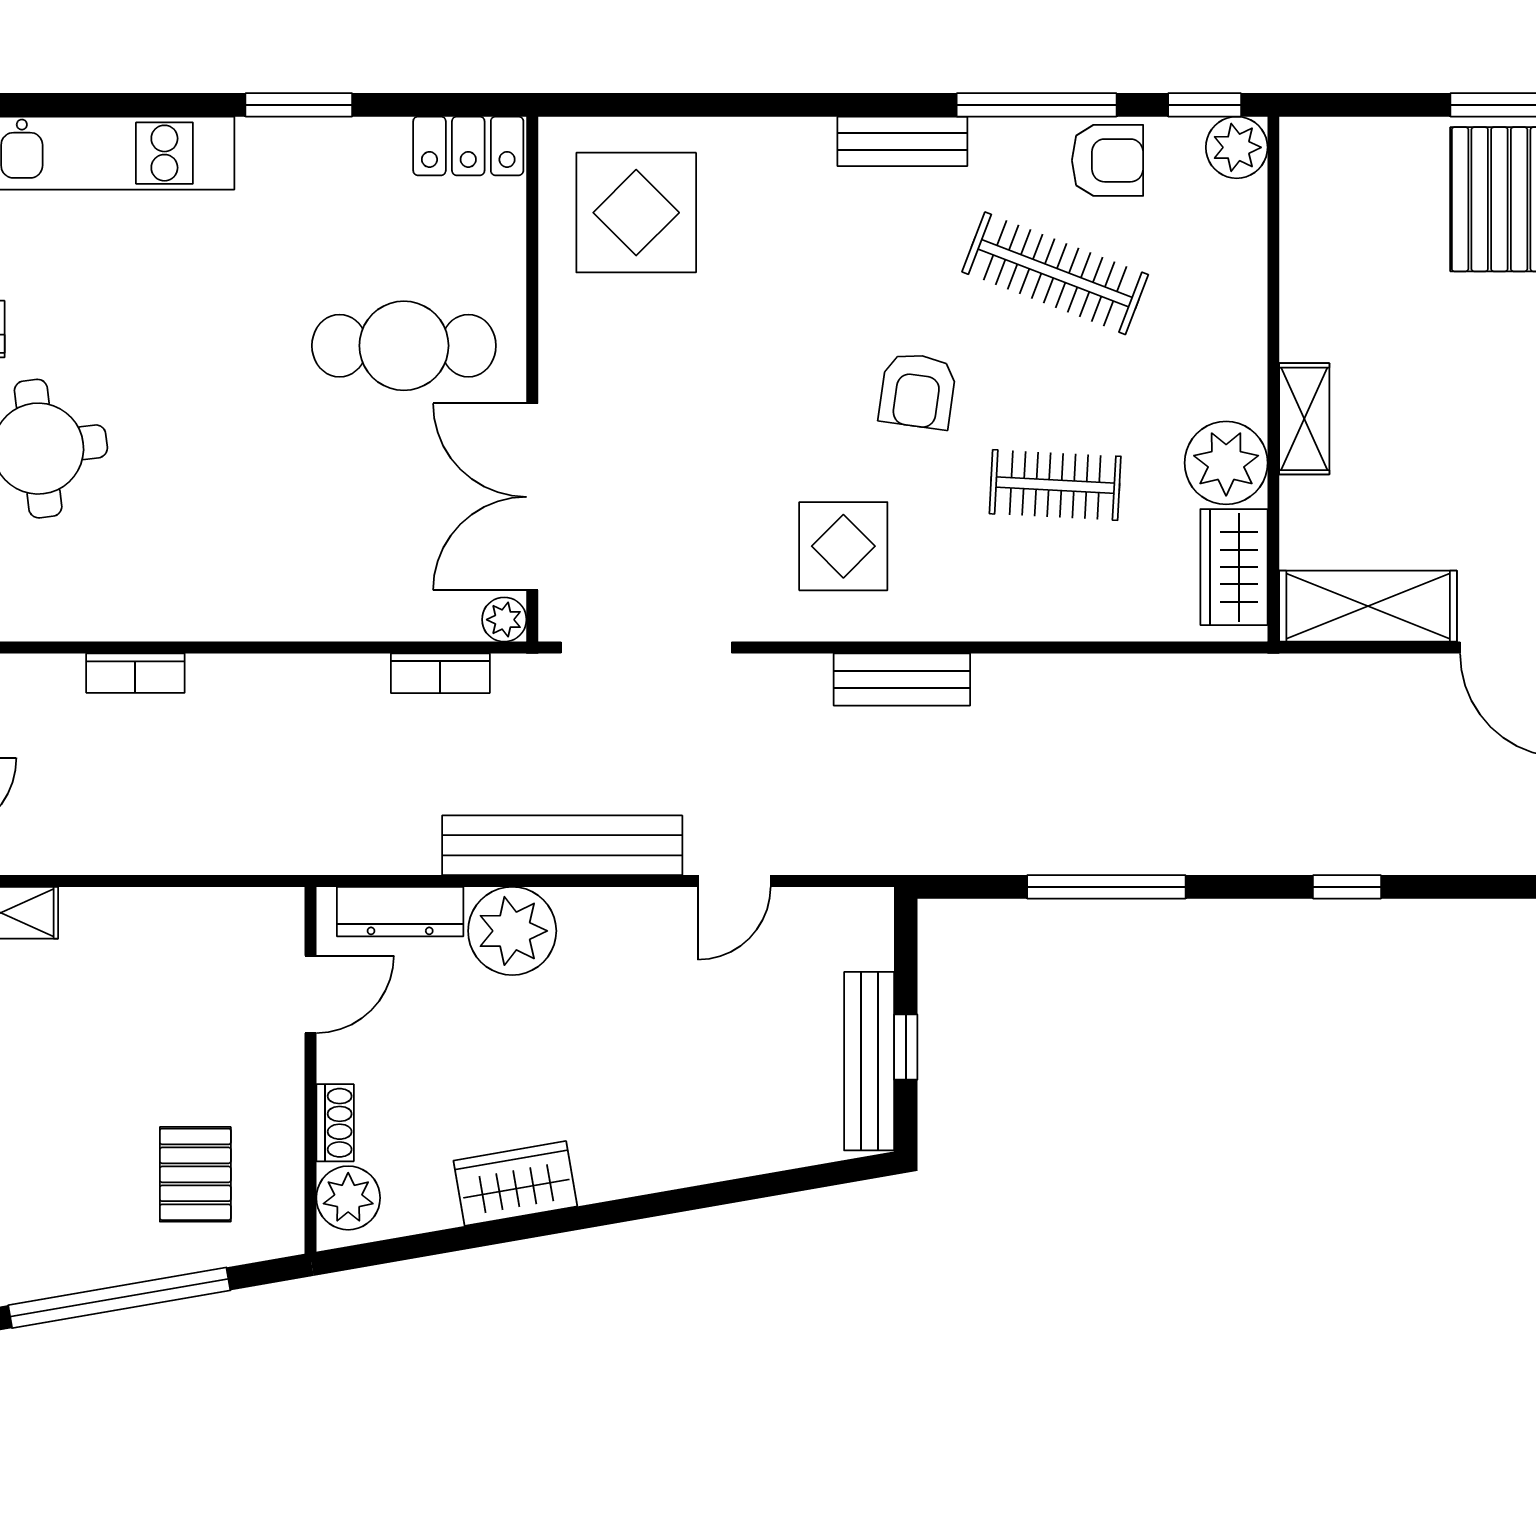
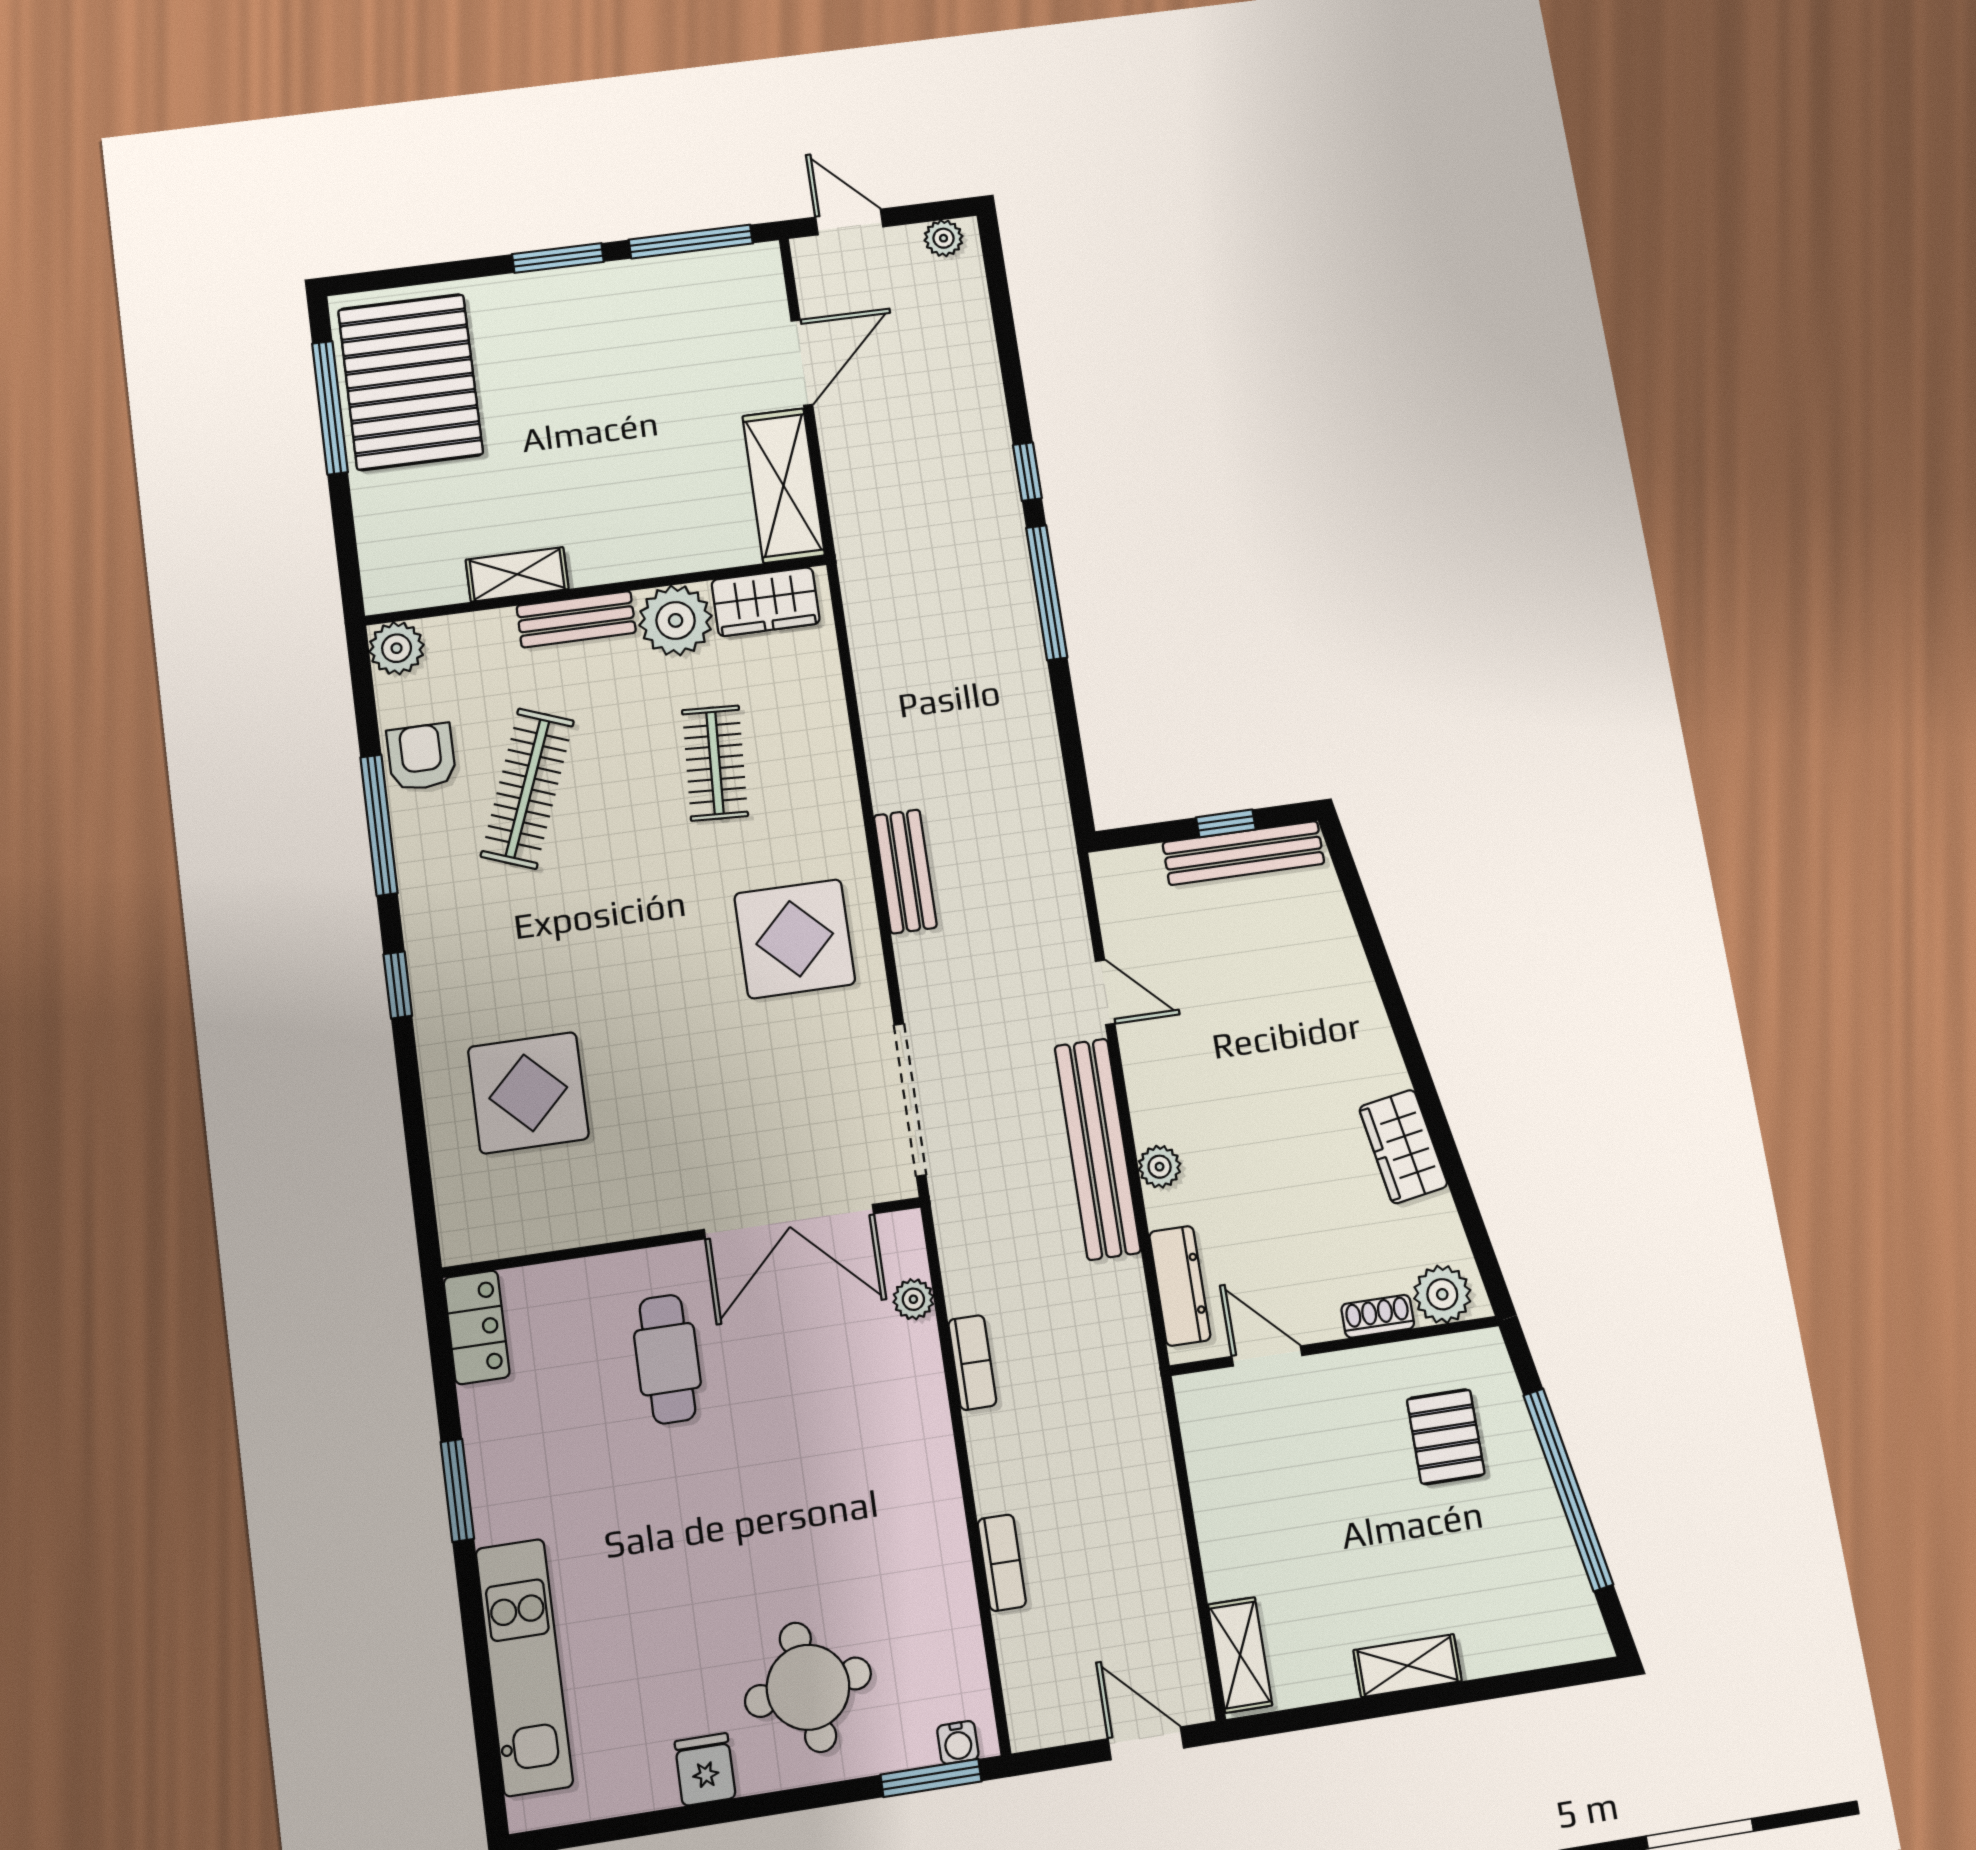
window: (1205, 105) -> (398, 985), moved
bench: (902, 141) -> (576, 619), moved, turned 90
display table: (636, 213) -> (528, 1093), moved
cafe table: (404, 346) -> (667, 1359), width x0.73, depth x0.74
armchair: (918, 391) -> (648, 893), removed
shelving: (1304, 419) -> (517, 574), moved
display table: (843, 546) -> (795, 939), width x1.36, depth x1.36
plant: (504, 620) -> (913, 1299), moved
bookcase: (440, 673) -> (972, 1363), moved
window: (1106, 887) -> (1047, 593), moved
plant: (512, 931) -> (1160, 1167), width x0.53, depth x0.53
pallet: (195, 1174) -> (1446, 1437), turned 90

